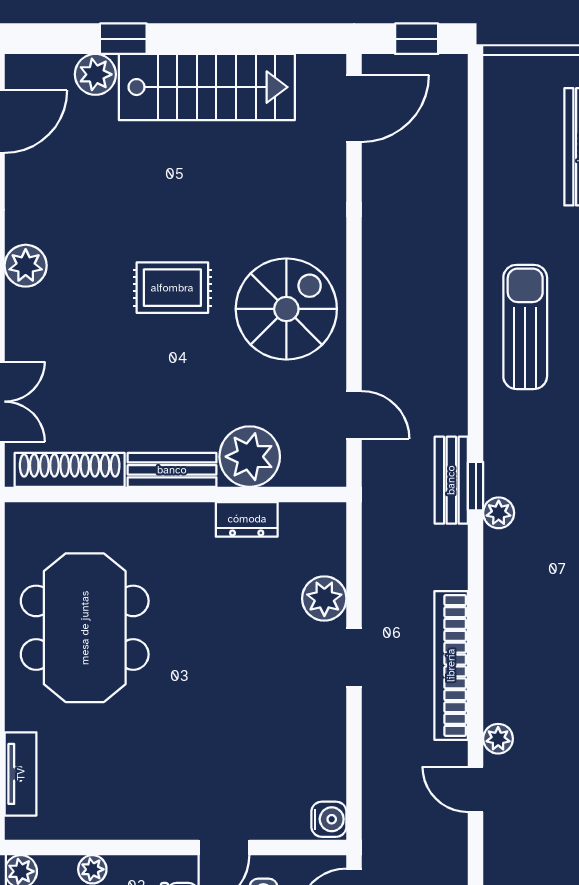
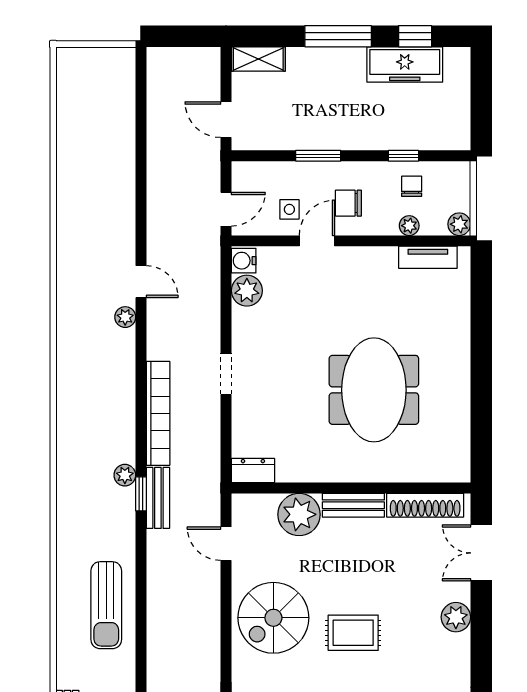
plant: (26, 266) -> (456, 617), moved
dresser: (247, 519) -> (253, 471), moved
plant: (324, 599) -> (247, 291), moved
meeting table: (85, 628) -> (374, 390), moved
bookcase: (451, 665) -> (158, 413), moved
tv unit: (21, 774) -> (428, 257), moved, turned -90

